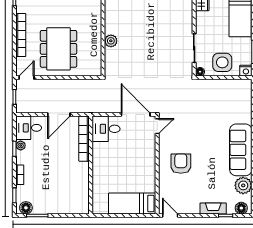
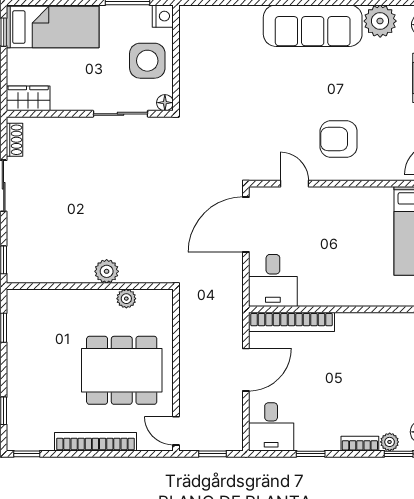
plant: (96, 51) -> (126, 299), added
door: (59, 115) -> (246, 370), hinge flipped
door: (157, 126) -> (295, 184), moved
plant: (21, 146) -> (390, 442), moved

